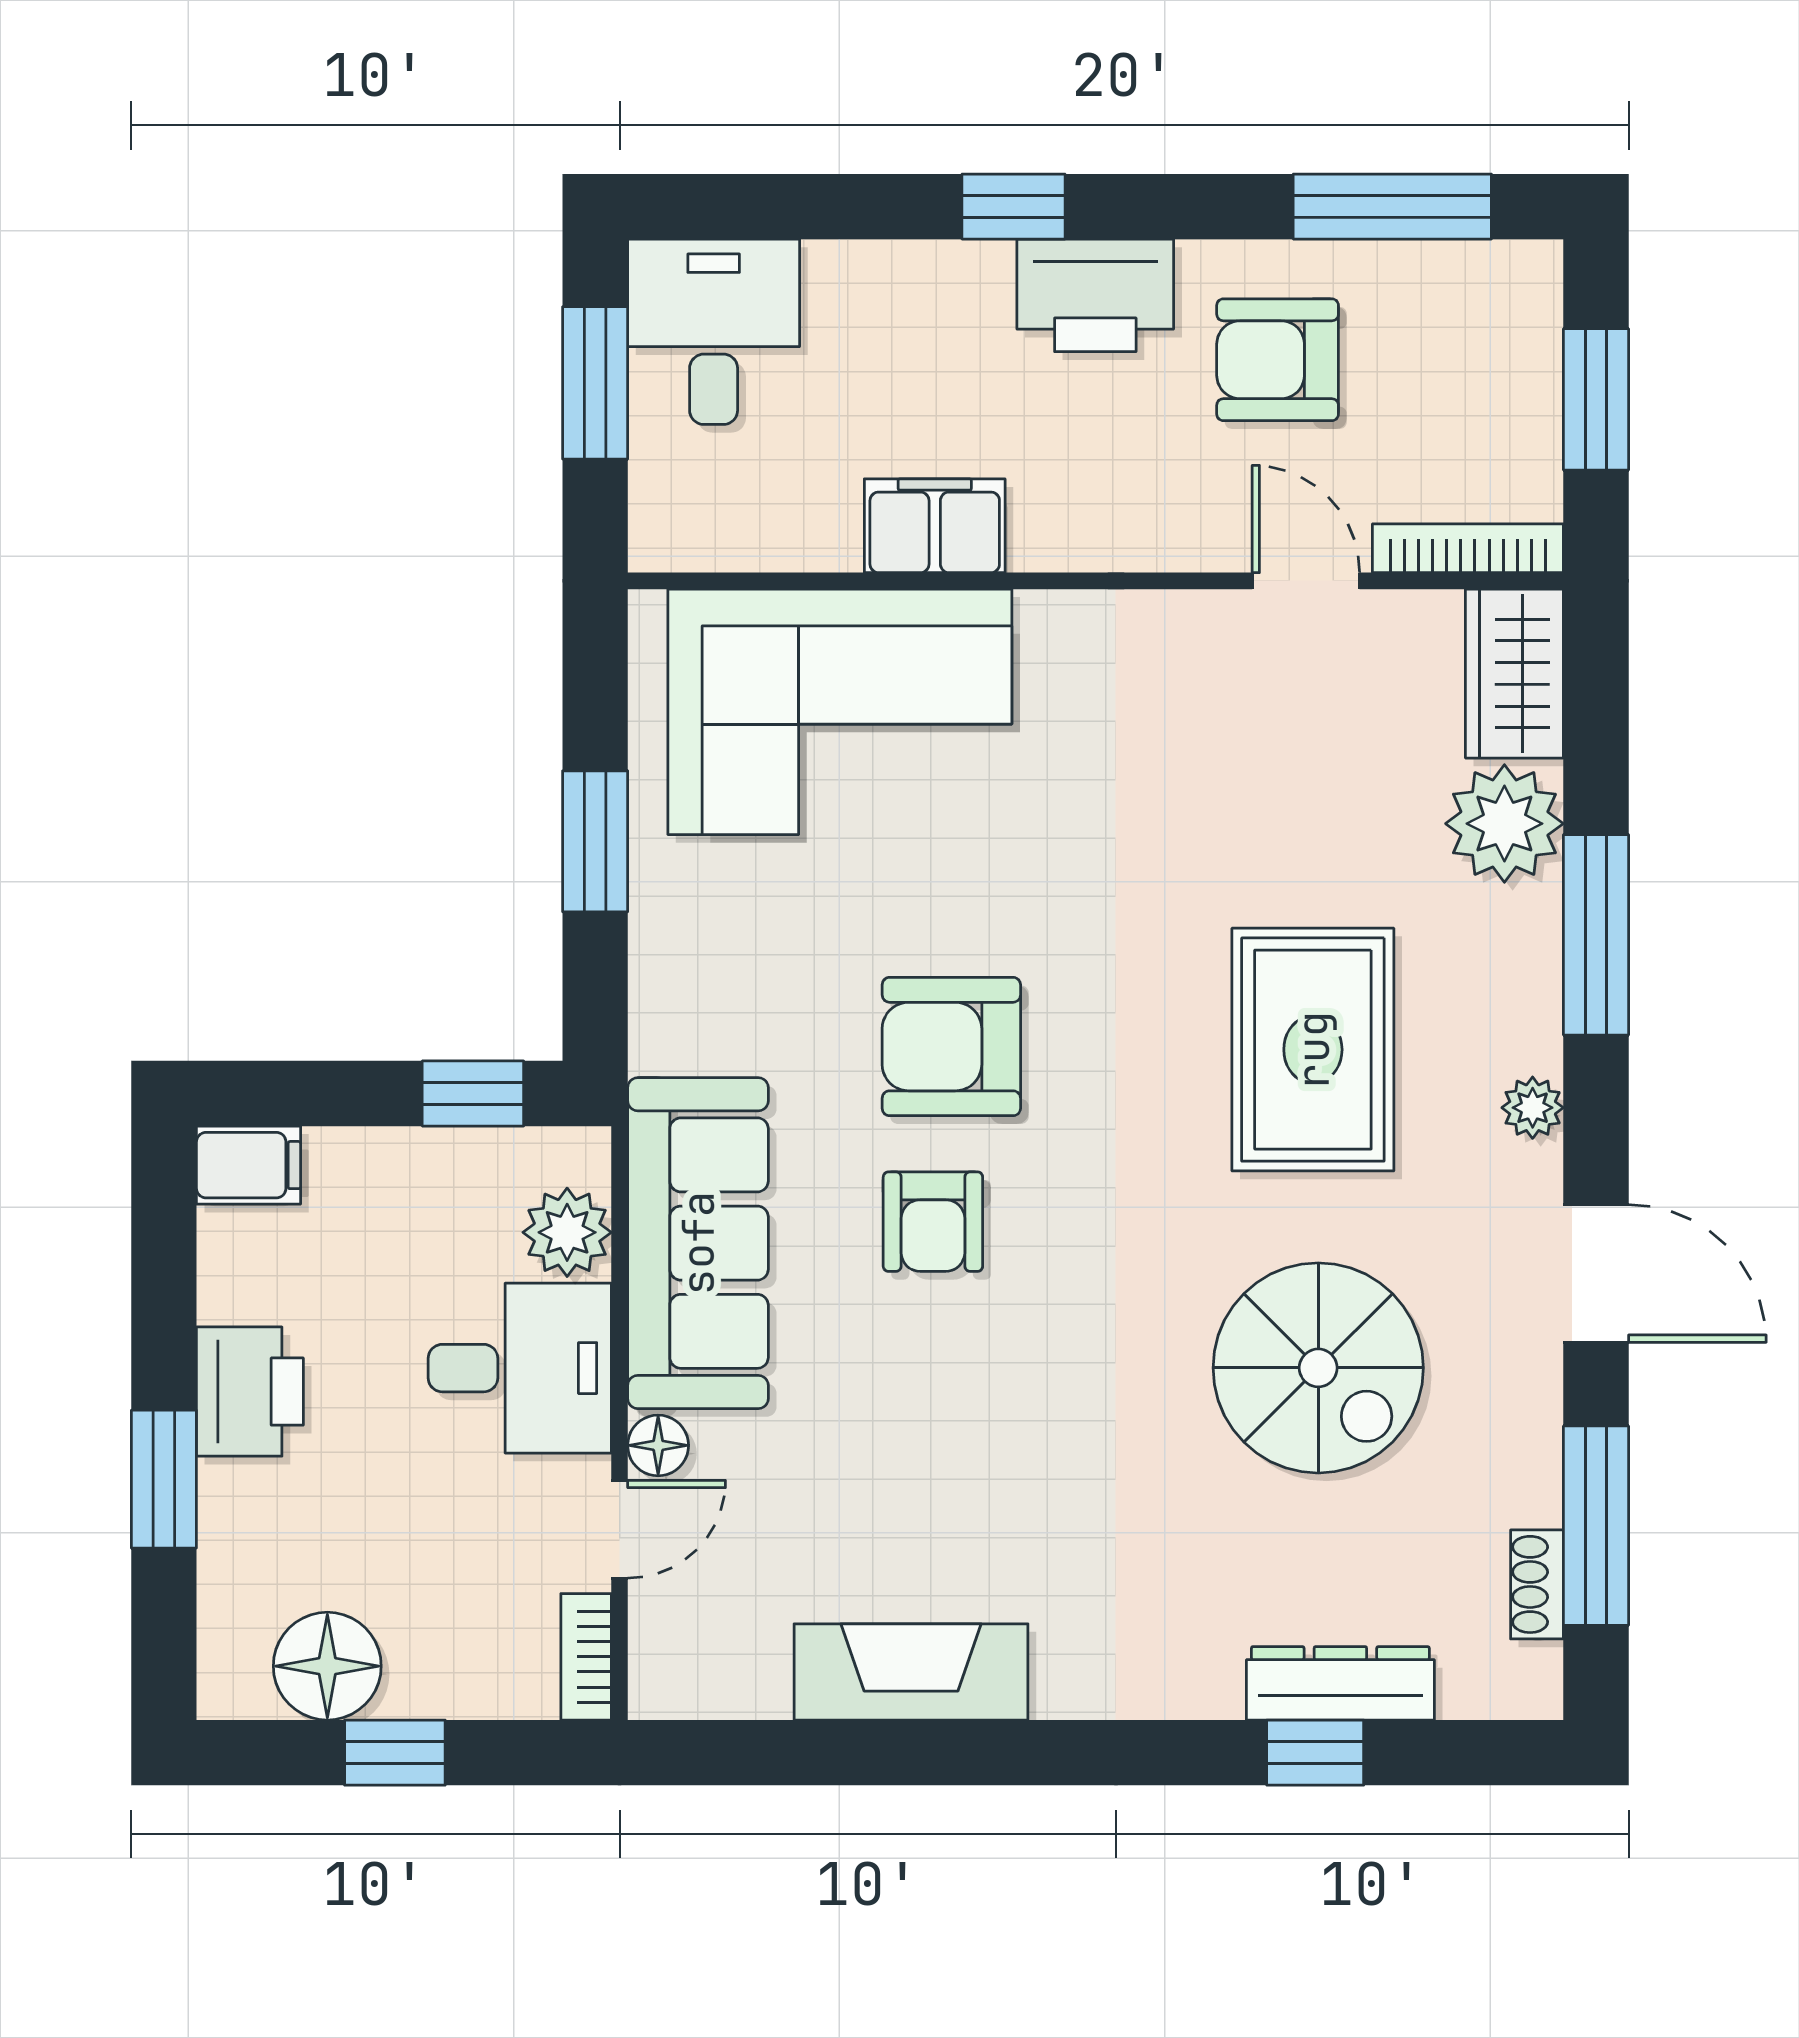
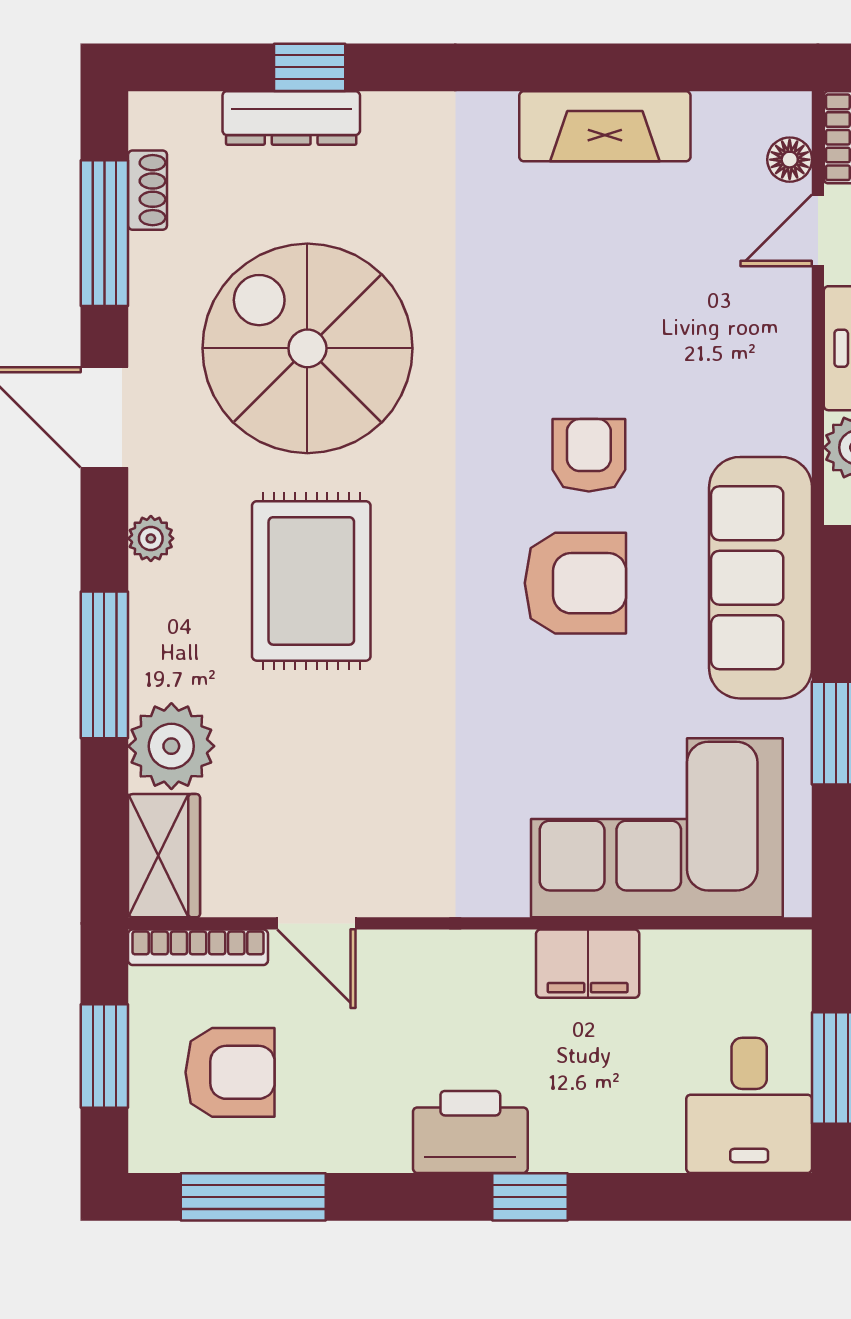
armchair: (1278, 360) -> (230, 1072), moved
sofa: (698, 1243) -> (761, 578), moved
spiral stairs: (1318, 1368) -> (307, 348), width x1.37, depth x1.37
floor lamp: (658, 1445) -> (790, 160), moved

